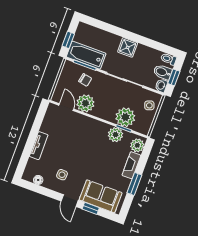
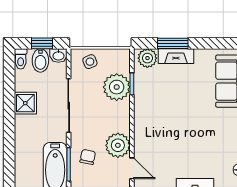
shower: (128, 47) -> (25, 103), moved
door: (66, 107) -> (132, 168), swing flipped
plant: (115, 135) -> (144, 91), removed
side table: (62, 175) -> (221, 141), removed
window: (134, 184) -> (173, 43), moved

